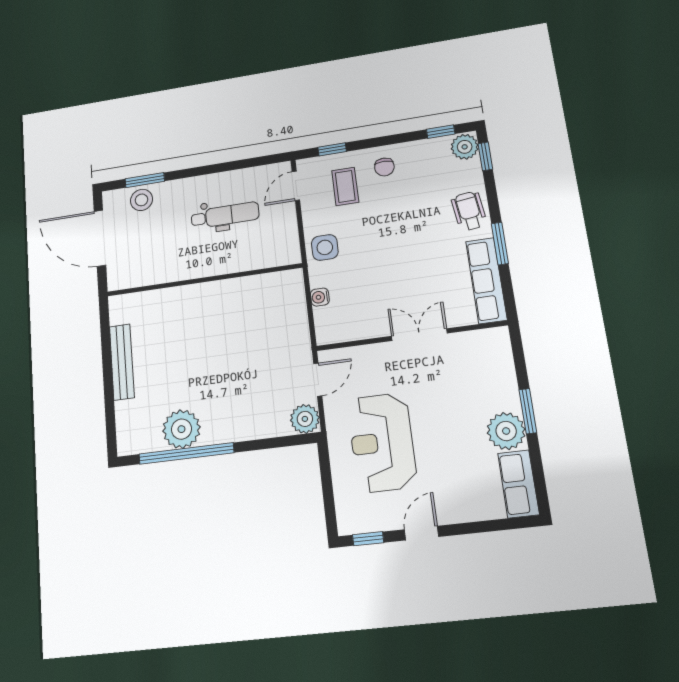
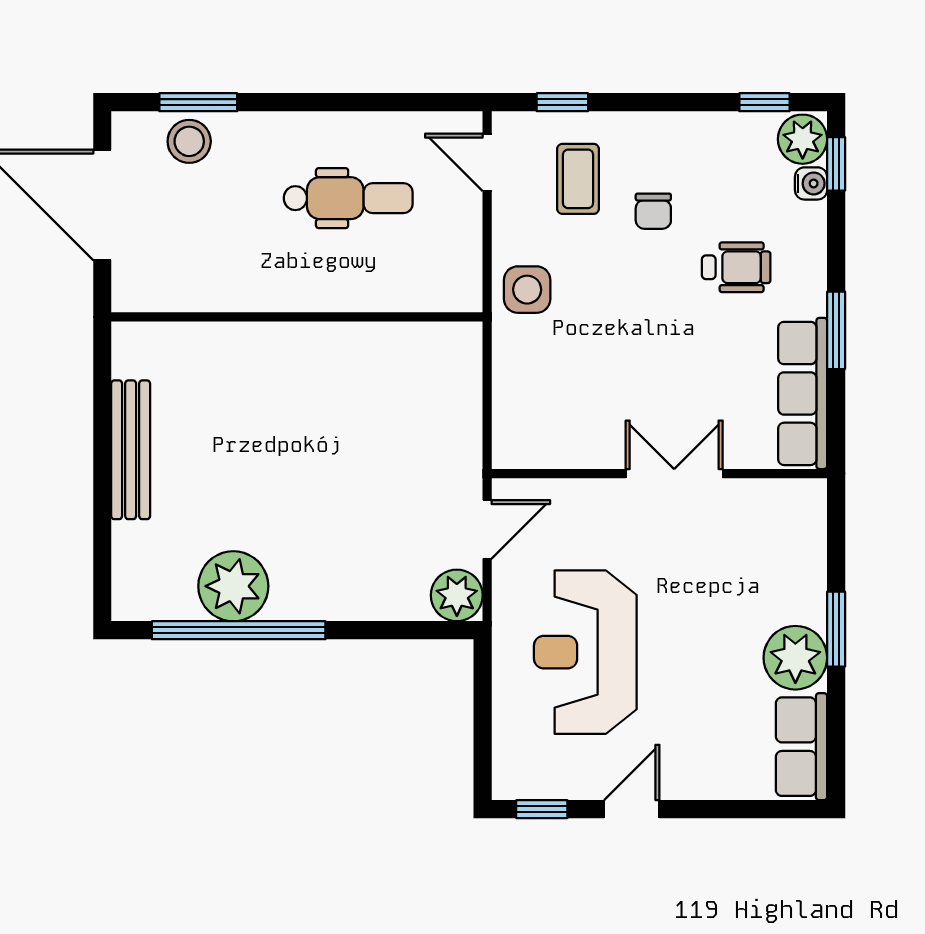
chair: (384, 167) -> (653, 211), moved
door: (296, 186) -> (487, 162), hinge flipped
wheelchair: (469, 211) -> (736, 267), moved, turned 97
water cooler: (320, 297) -> (811, 183), moved, turned 180

